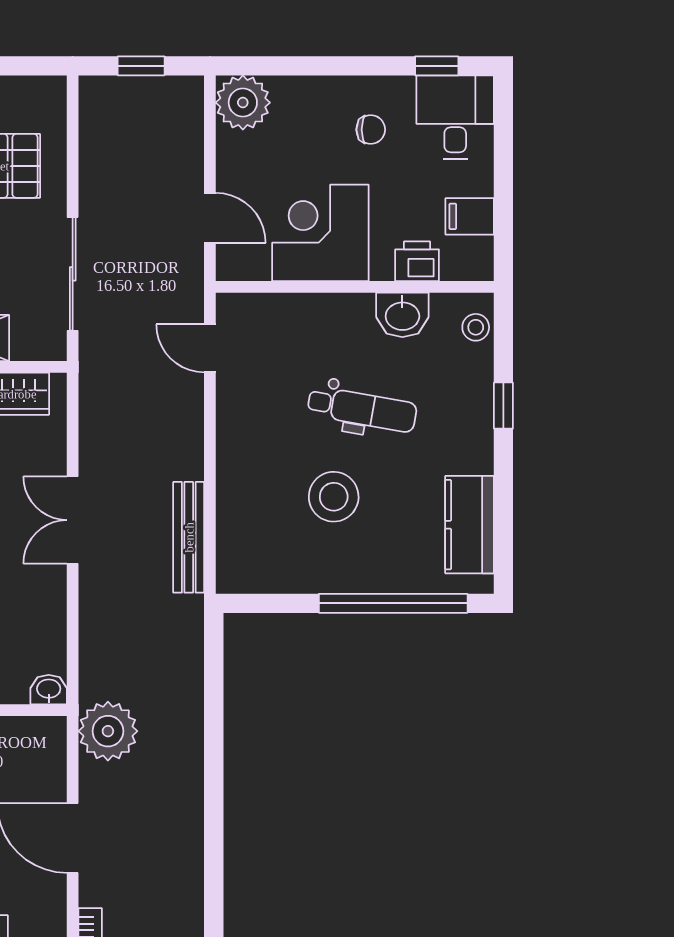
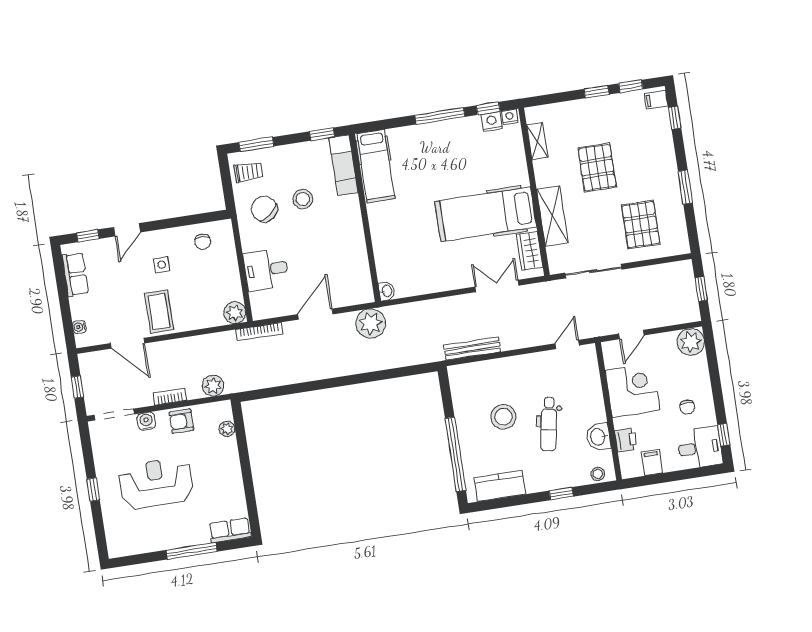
double door: (73, 520) -> (497, 286), moved

